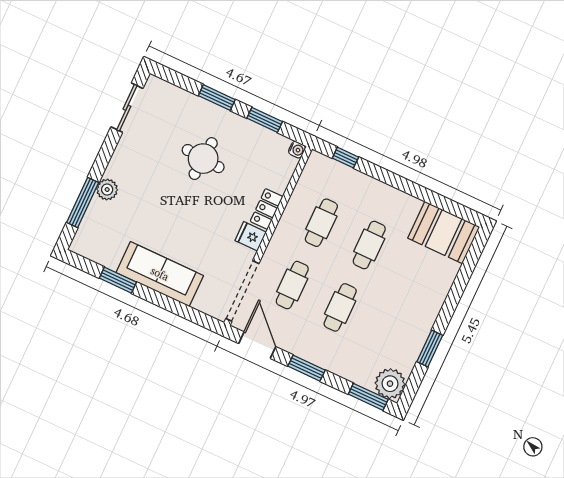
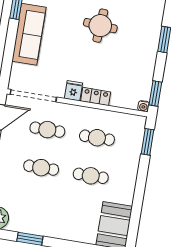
window: (265, 120) -> (155, 94), moved
window: (345, 158) -> (147, 142), width x1.50
round table: (203, 159) -> (100, 26), moved

